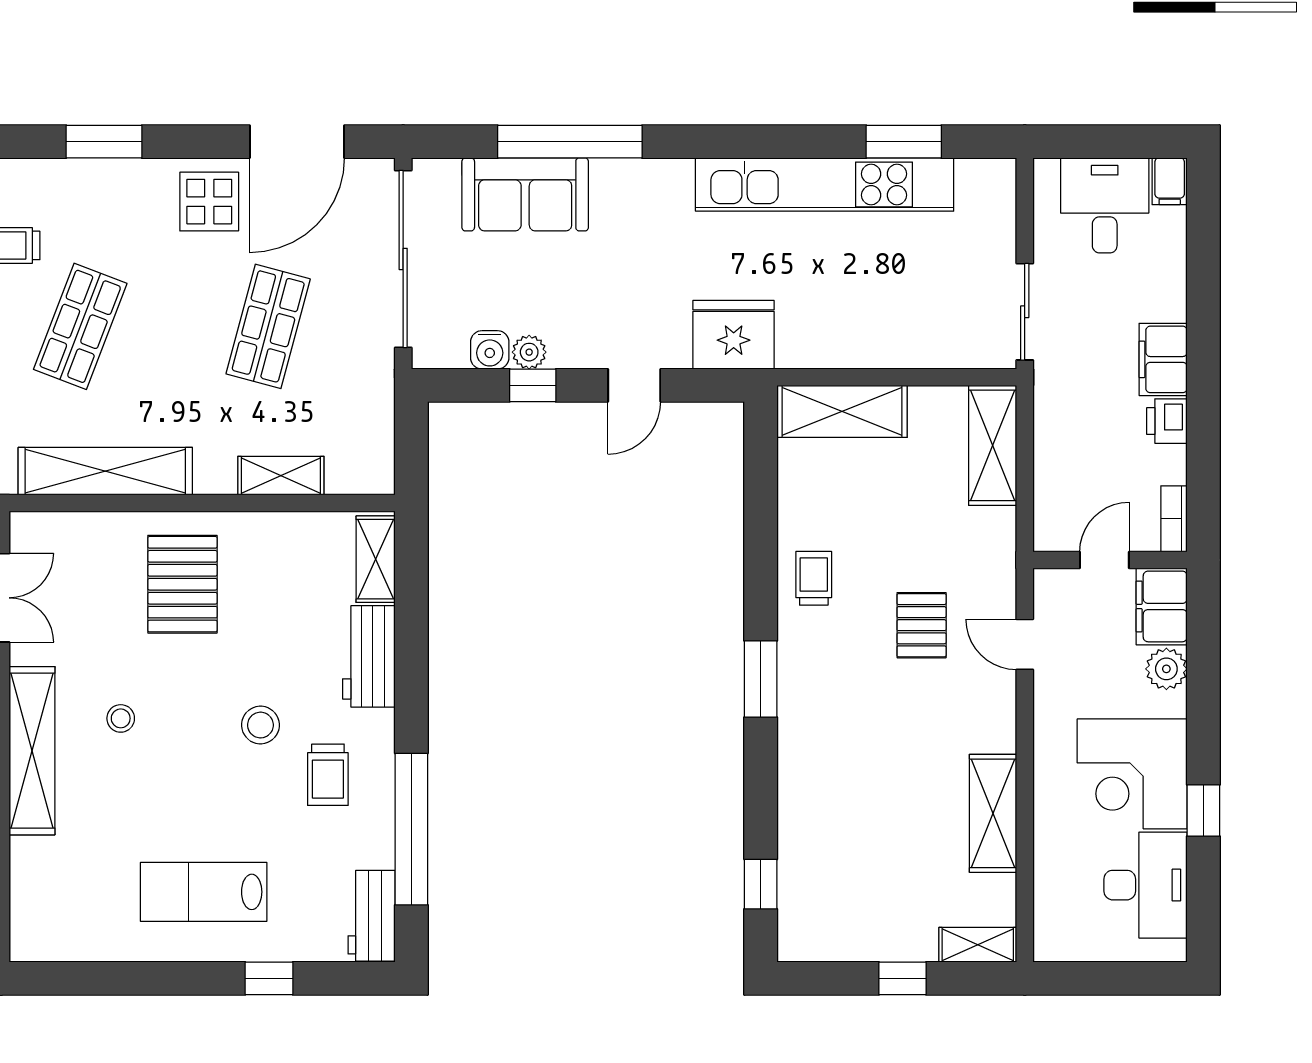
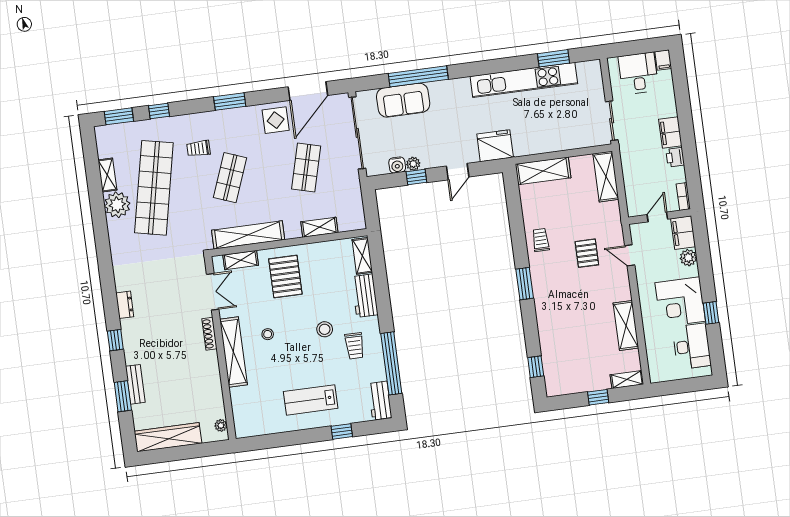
shelving: (79, 530) -> (241, 260), added

